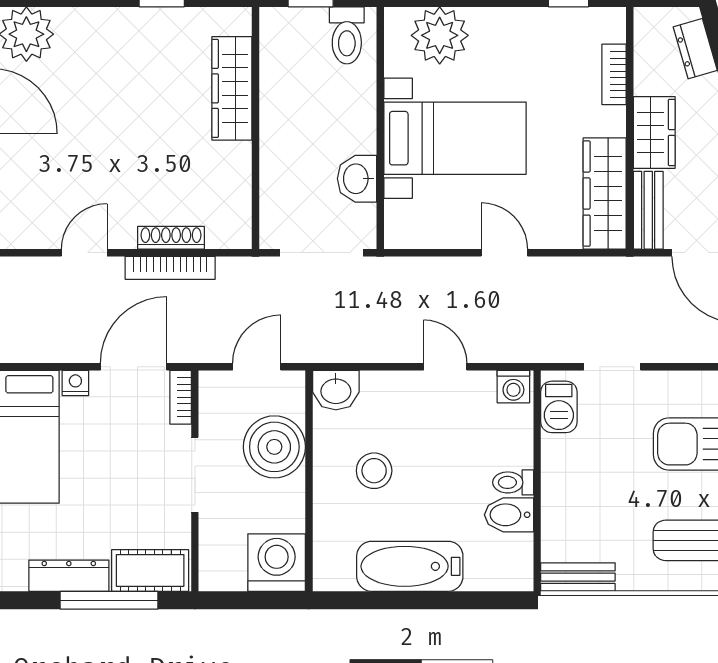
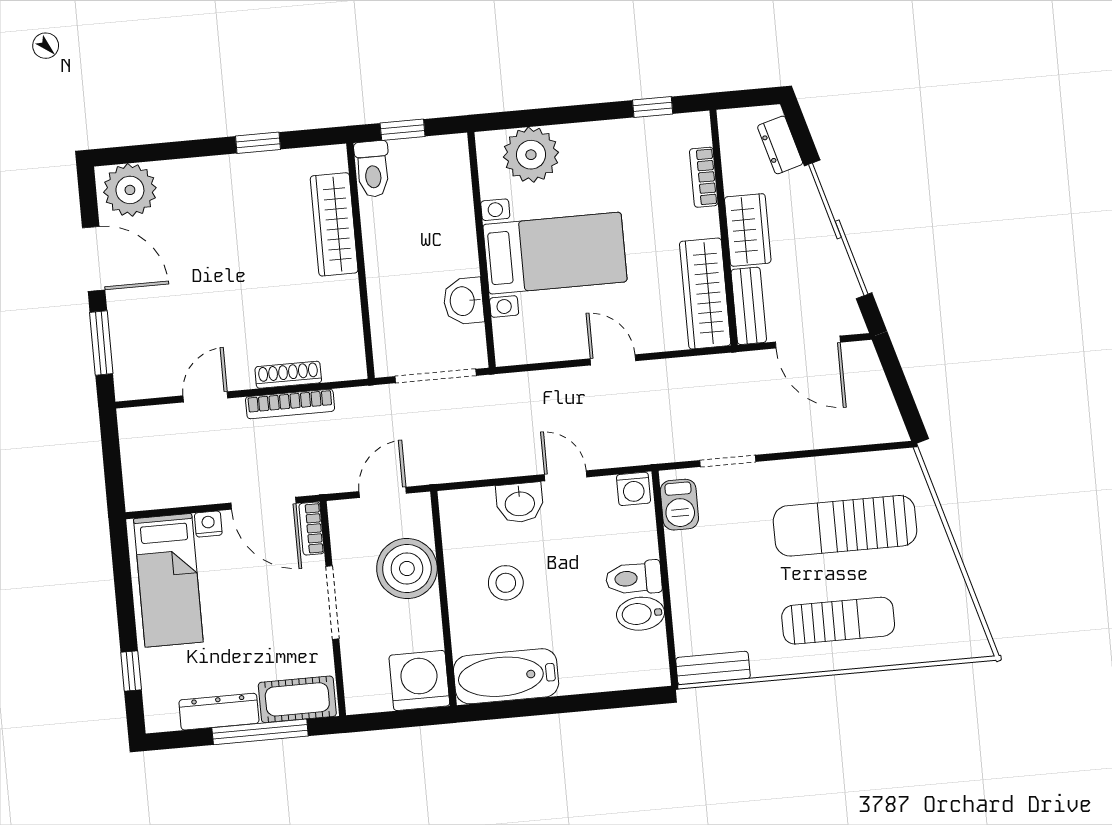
toilet: (347, 35) -> (373, 169), moved
door: (134, 367) -> (263, 503), swing flipped
washbasin: (336, 390) -> (520, 503), moved
toilet: (513, 482) -> (634, 578), width x1.37, depth x1.39
bathtub: (410, 566) -> (506, 676), moved

